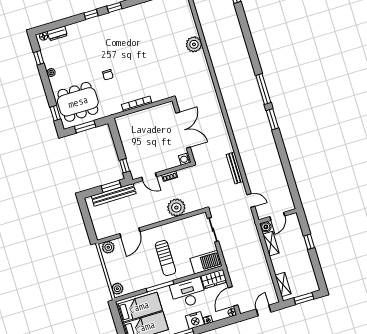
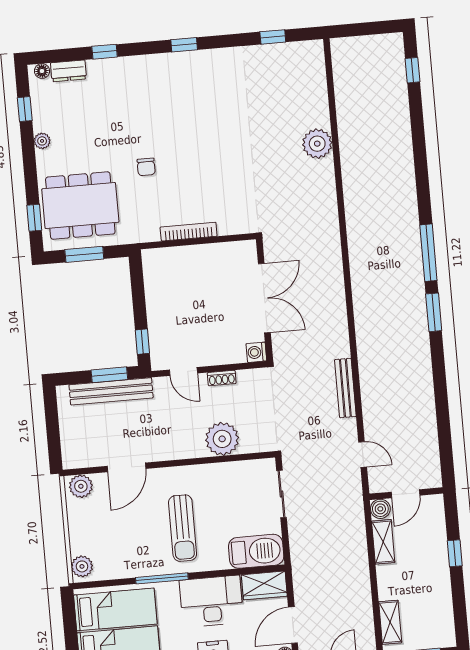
window: (91, 14) -> (105, 52), moved

